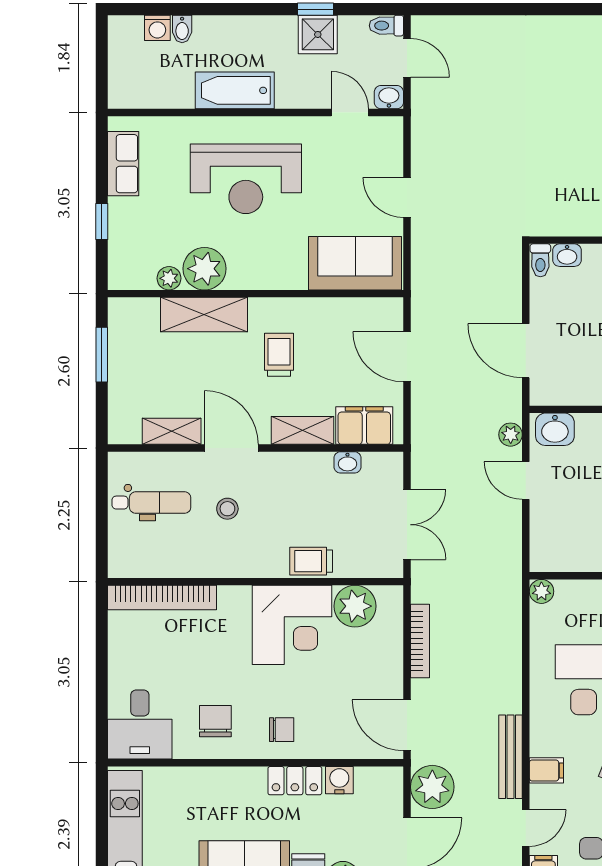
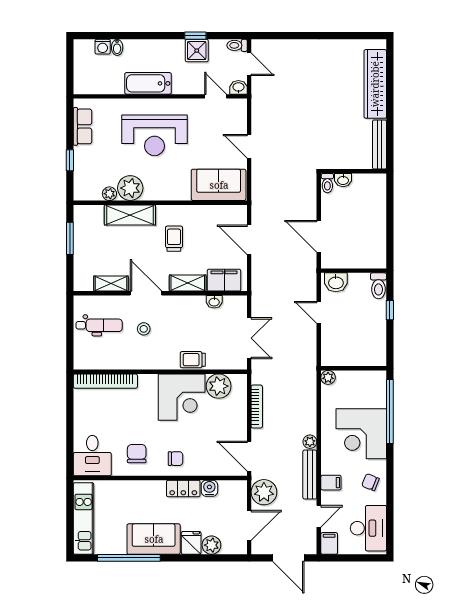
plant: (511, 435) -> (310, 442), moved

